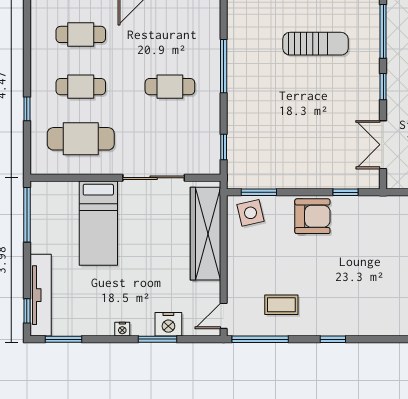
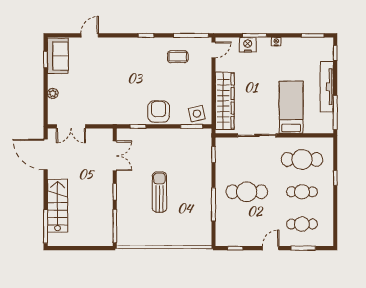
sun lounger: (315, 44) -> (159, 192), moved, turned 90
cafe table: (170, 87) -> (247, 192), width x1.37, depth x1.35
armchair: (312, 216) -> (159, 112), turned 90
tv unit: (41, 295) -> (327, 87), moved

